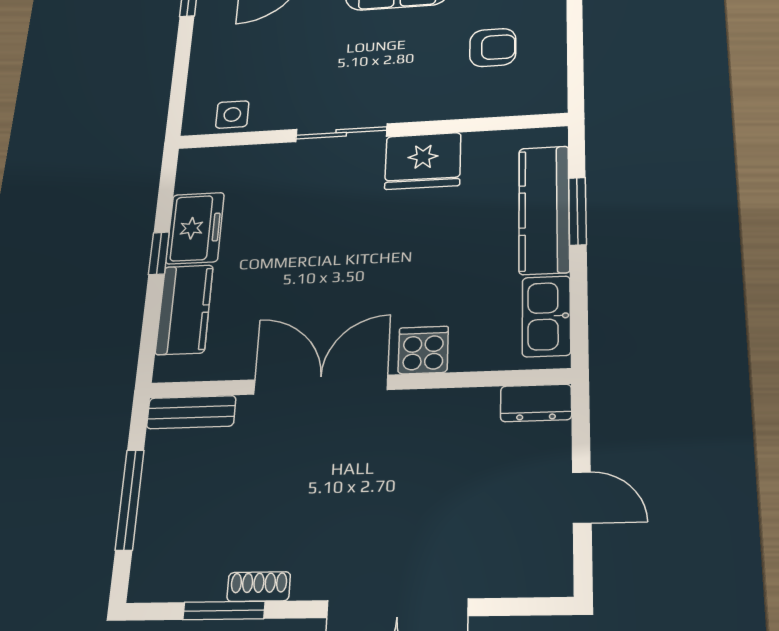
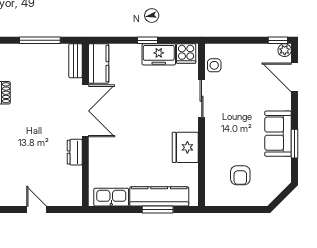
sliding door: (341, 133) -> (202, 99), moved
kitchen counter: (184, 310) -> (99, 64), moved, turned -90
cooker: (423, 350) -> (186, 54), moved, turned 90
dresser: (536, 403) -> (75, 152), moved
door: (582, 497) -> (36, 210), swing flipped

